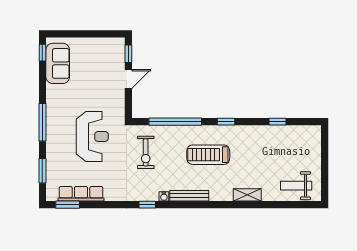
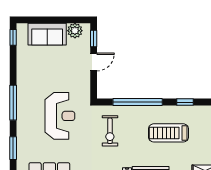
plant: (108, 45) -> (75, 31), added
sofa: (58, 63) -> (47, 34), moved, turned 90

